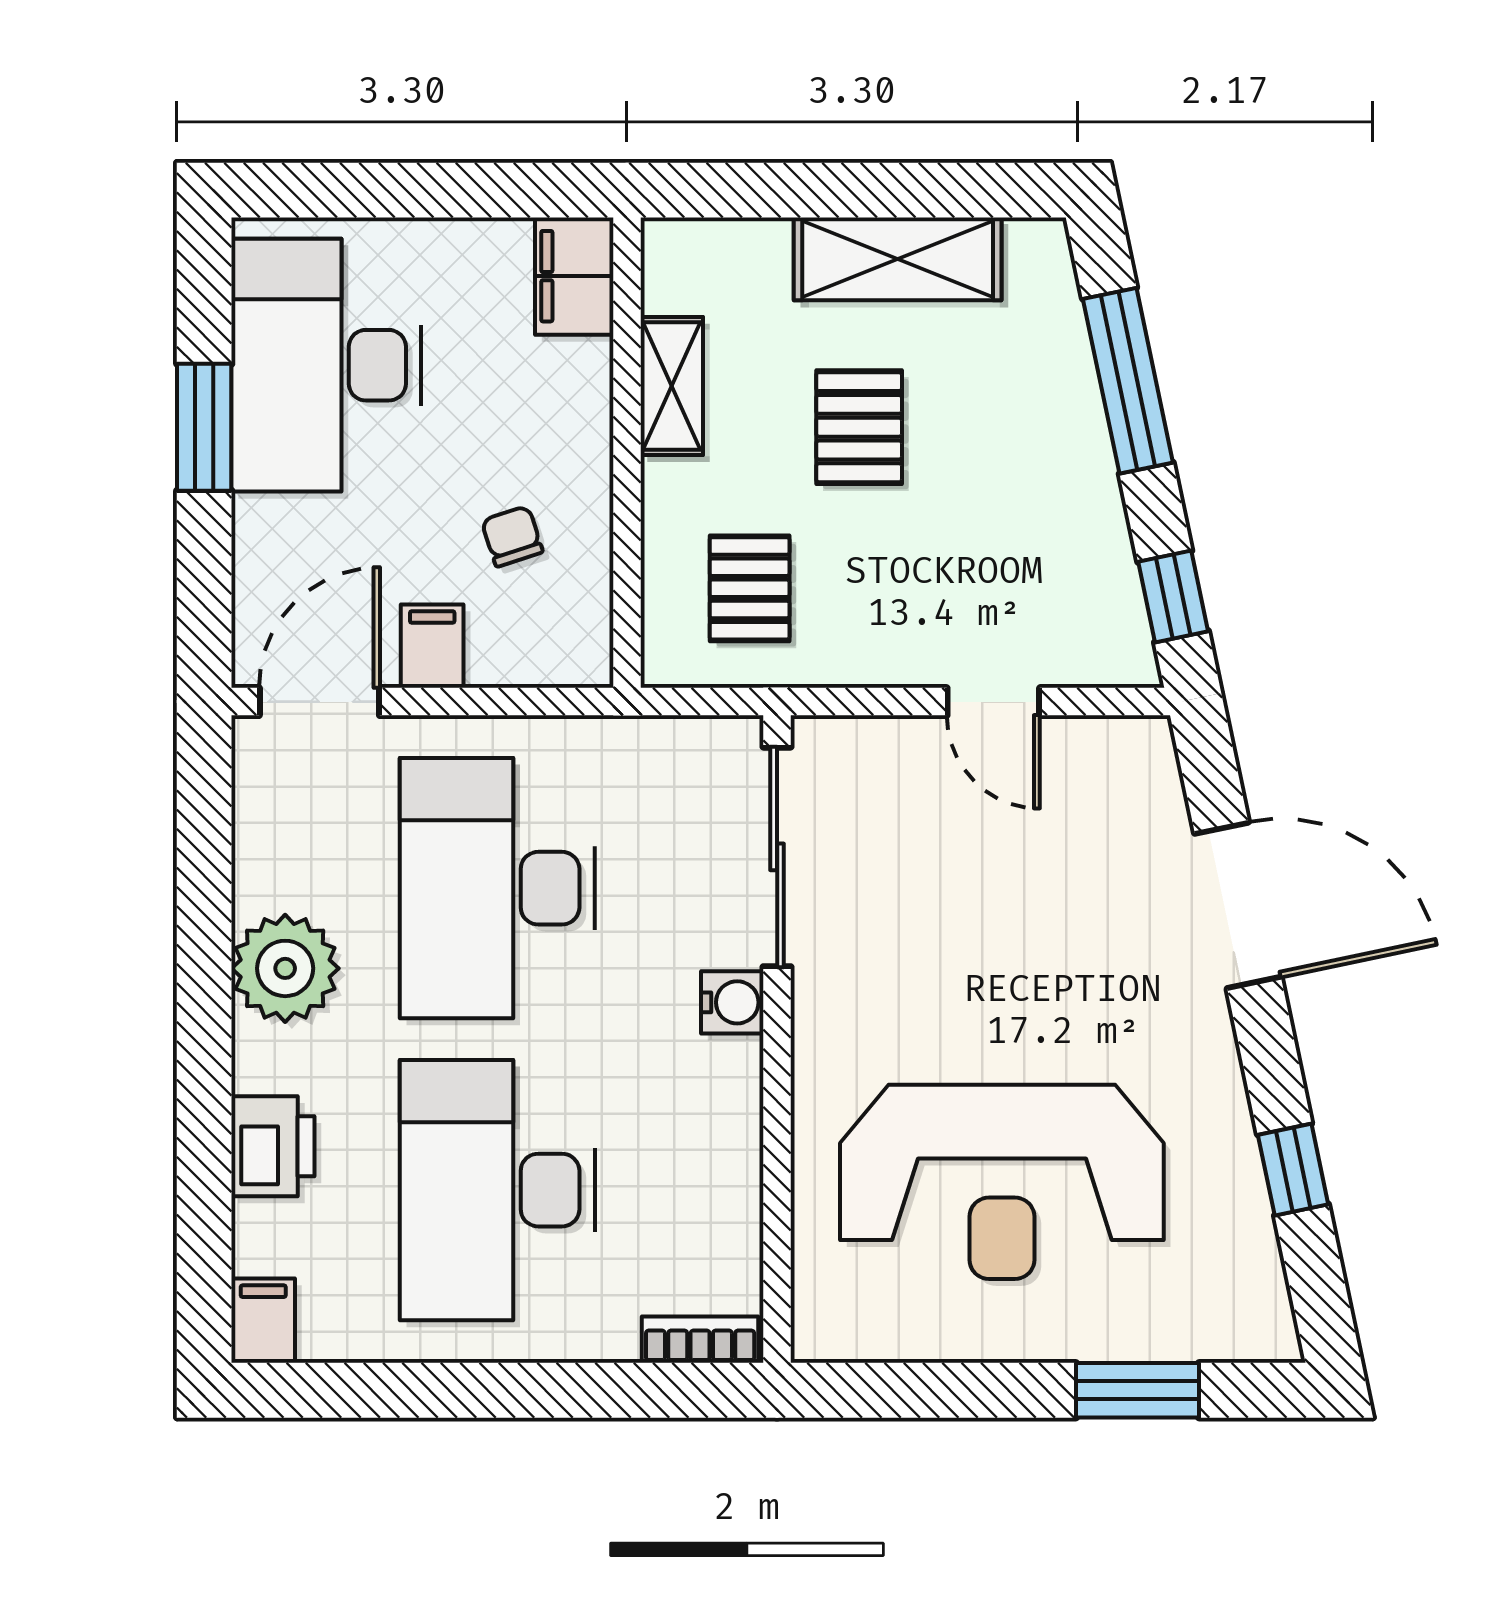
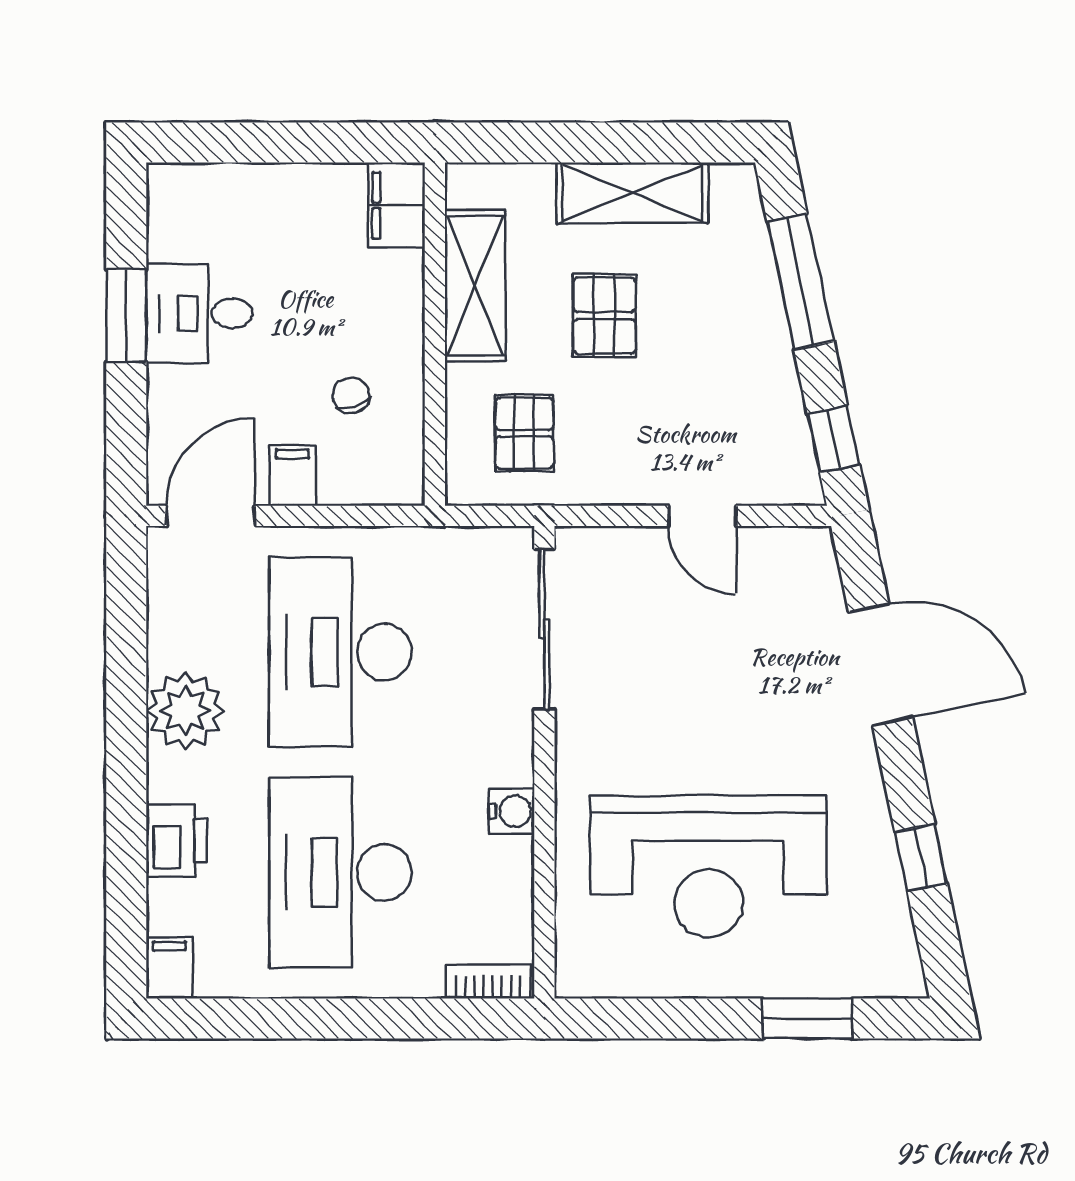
desk: (326, 365) -> (199, 313), width x0.53, depth x0.77
shelving: (672, 386) -> (475, 286), width x1.50, depth x1.33
water cooler: (732, 1002) -> (512, 811), moved

